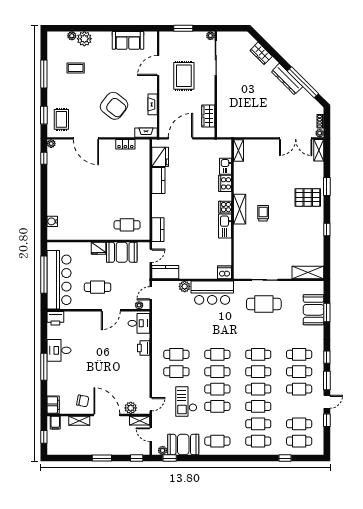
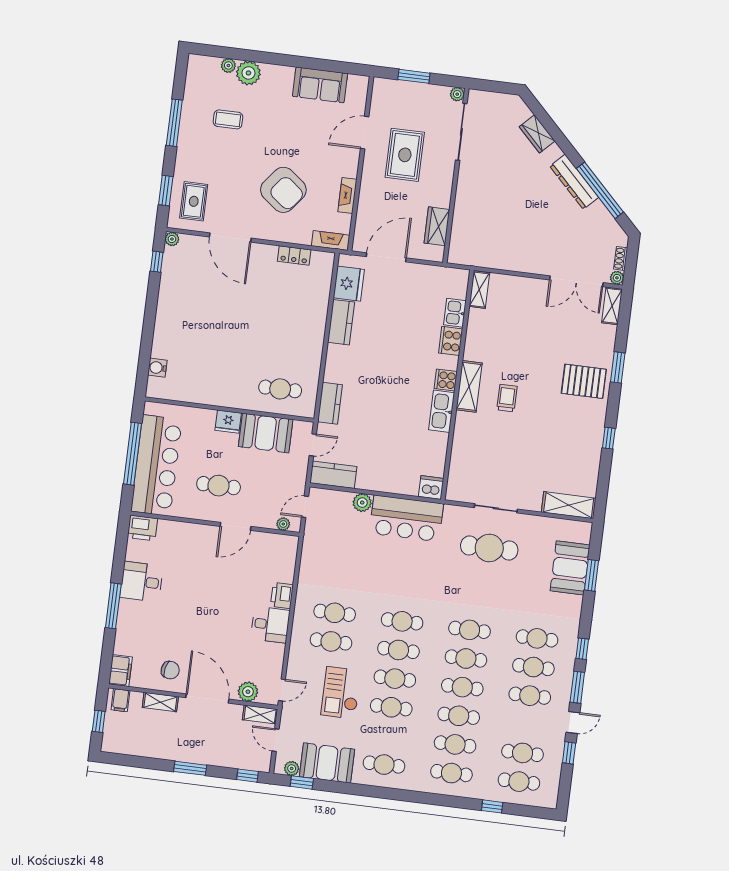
desk: (139, 323) -> (270, 625), moved

